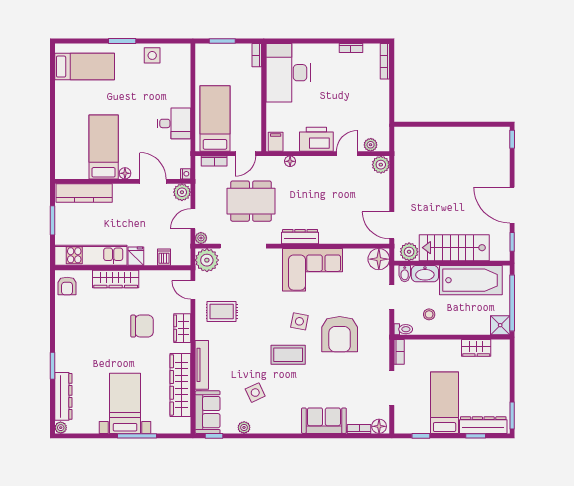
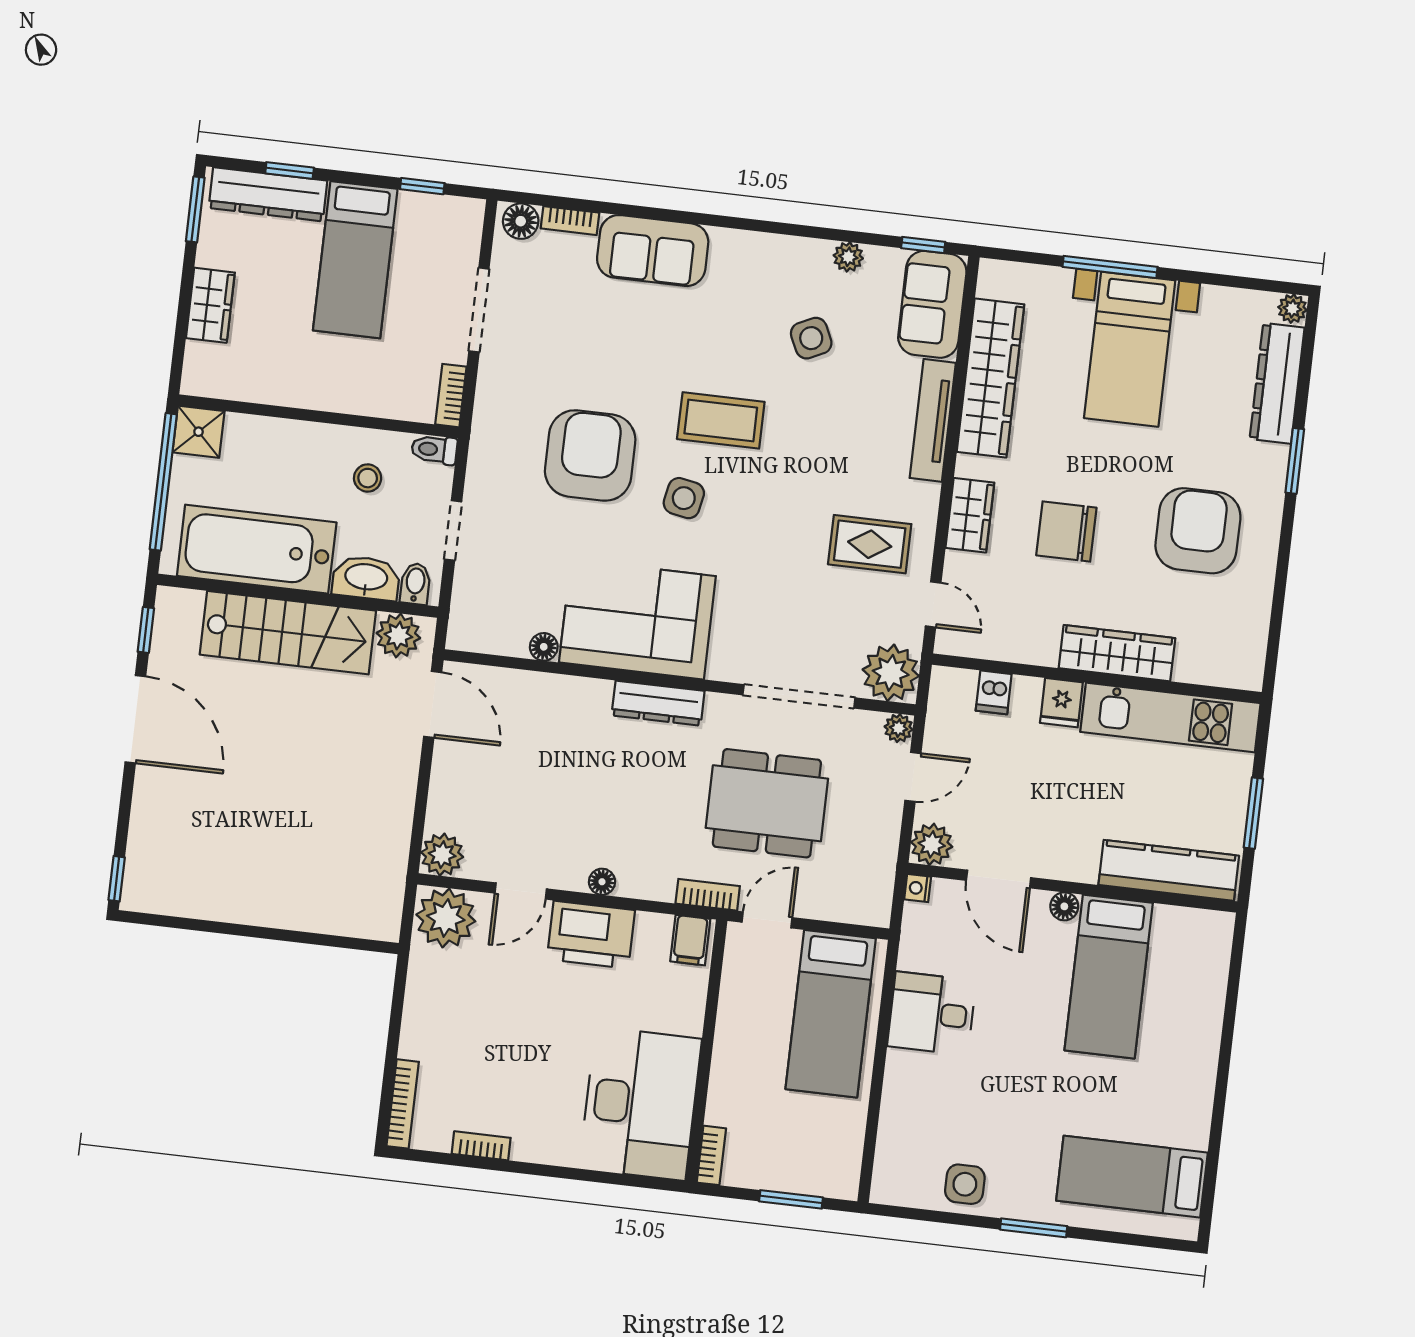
plant: (371, 145) -> (446, 918), width x1.88, depth x1.88
bookcase: (214, 161) -> (708, 895), moved
floor lamp: (290, 161) -> (602, 882), moved
floor lamp: (379, 259) -> (544, 647), moved, width x0.53, depth x0.53
armchair: (67, 286) -> (1198, 531), moved, width x1.88, depth x1.88
wardrobe: (476, 348) -> (210, 305), moved, turned 90

